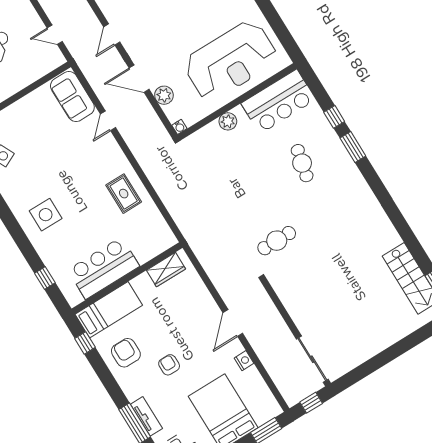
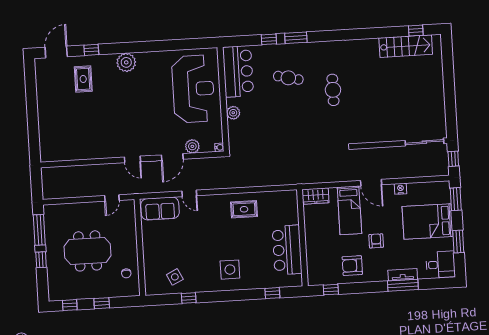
cafe table: (277, 241) -> (333, 90), moved
wardrobe: (166, 270) -> (316, 196), moved, turned 90
bed: (109, 310) -> (349, 210), moved, turned 180
armchair: (169, 365) -> (376, 241), turned 90

